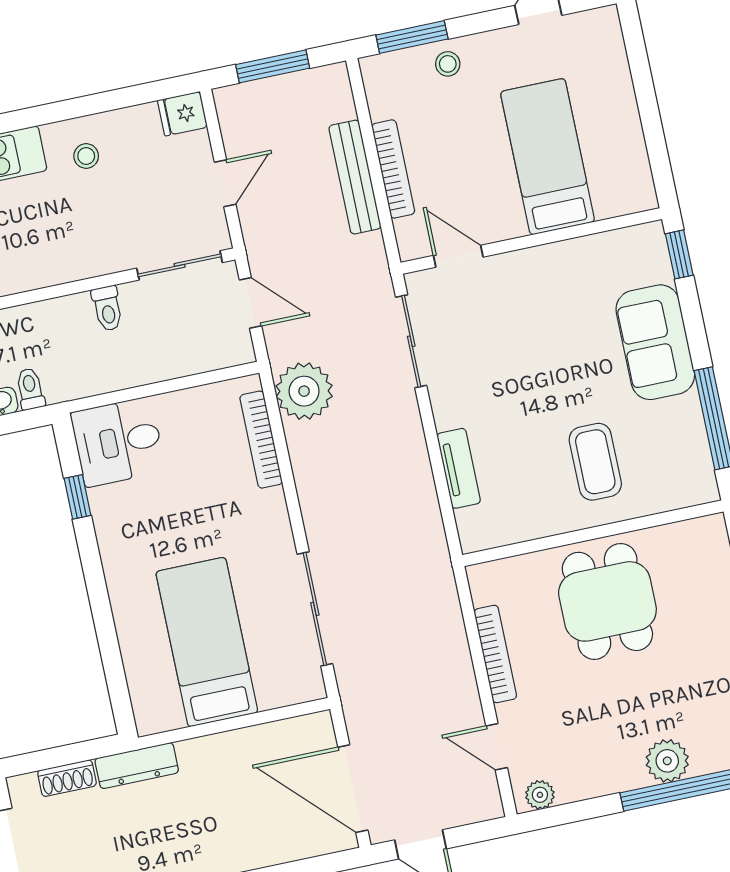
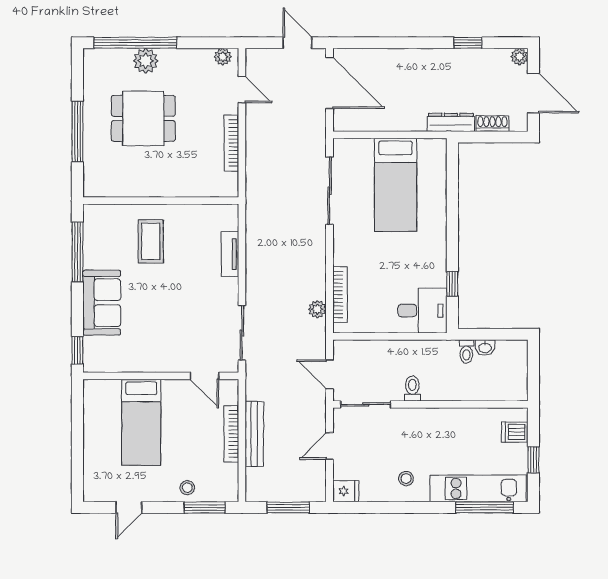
plant: (304, 391) -> (317, 309), width x0.53, depth x0.53
dining table: (607, 601) -> (143, 118), moved, turned 90

